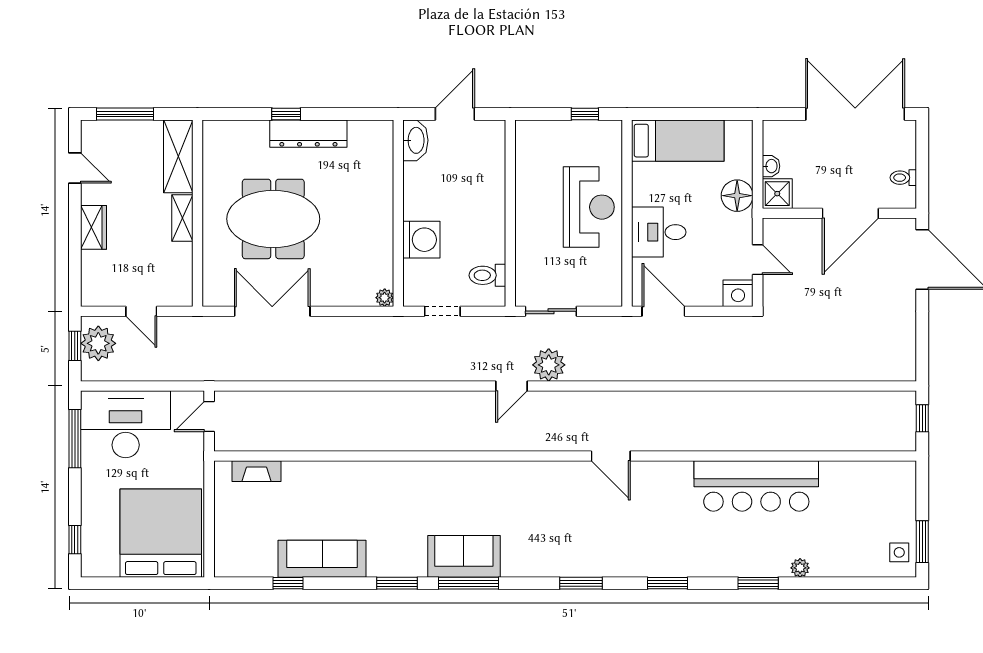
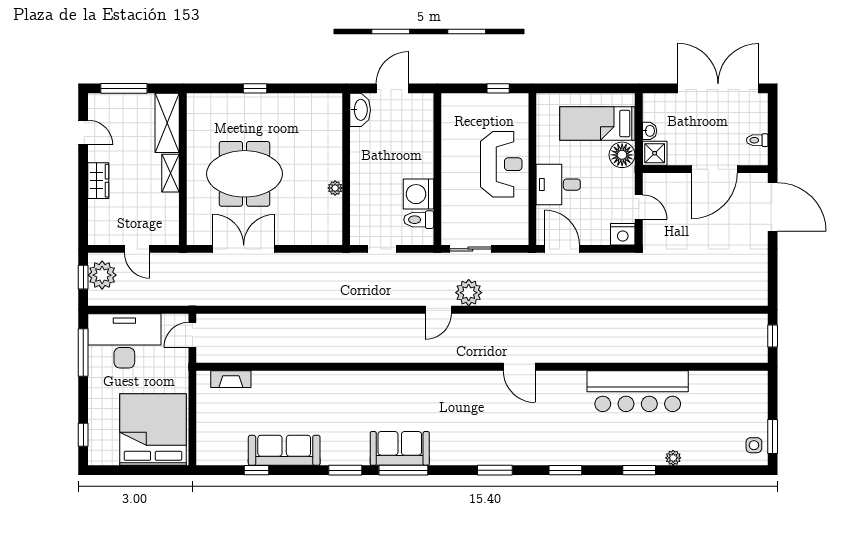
dresser: (308, 134) -> (273, 104), removed
bed: (678, 141) -> (597, 124), moved, turned 180
washing machine: (421, 240) -> (418, 194), moved, turned 180
plant: (385, 298) -> (335, 188), moved

